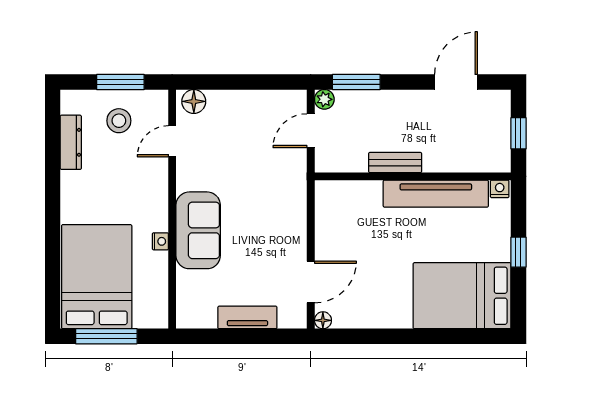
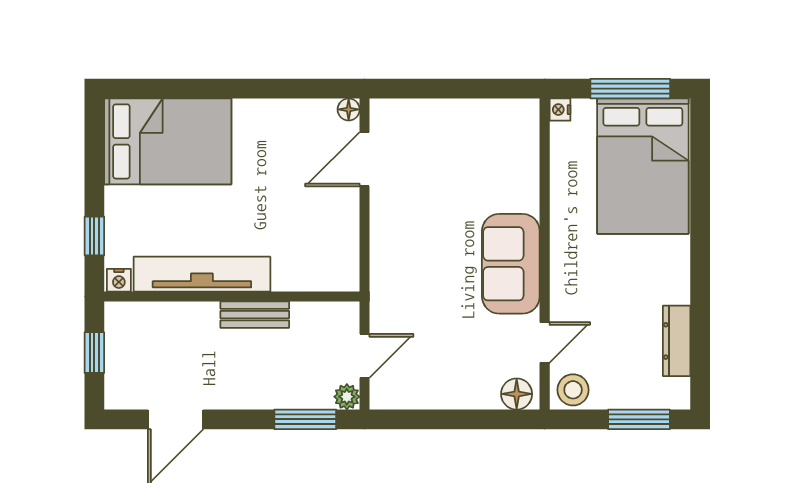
window: (120, 82) -> (639, 419), moved
stool: (119, 121) -> (573, 390), moved
sofa: (198, 230) -> (511, 264), moved
nightstand: (160, 241) -> (560, 110), moved
window: (518, 252) -> (94, 236), moved
tv unit: (247, 317) -> (447, 113), removed

